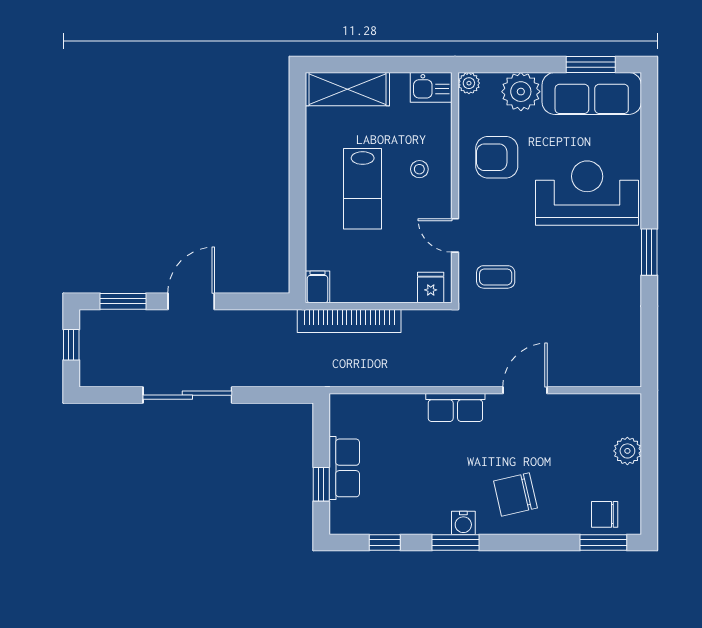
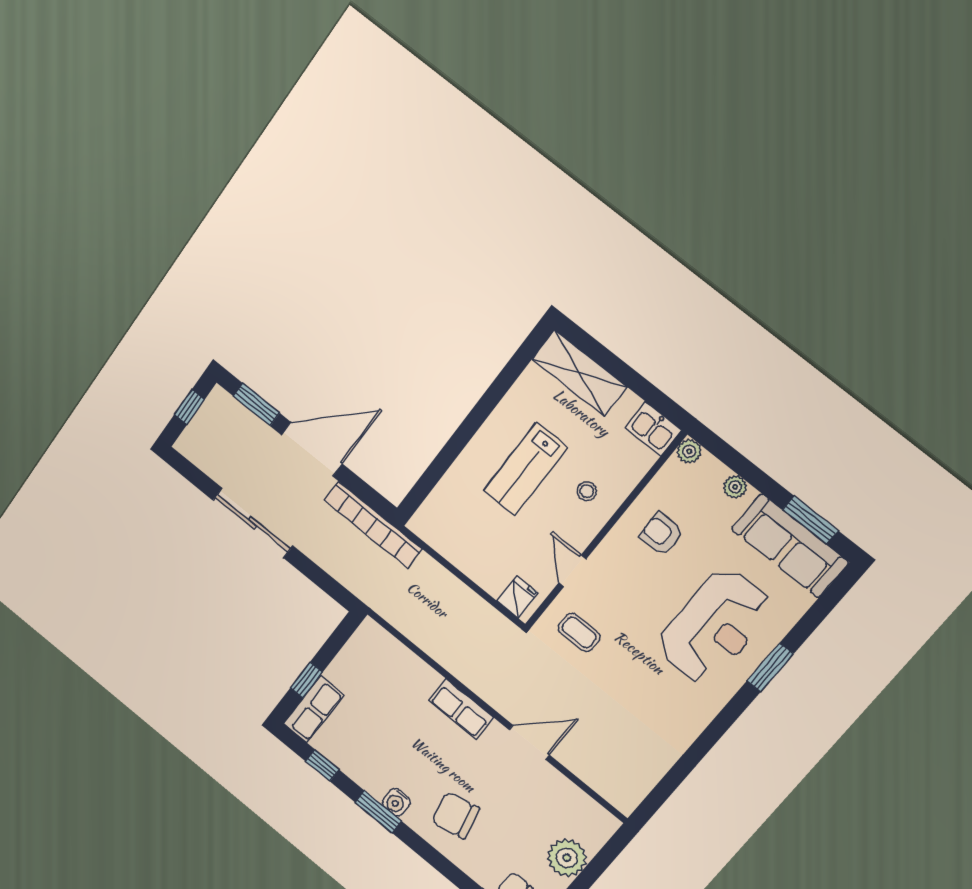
plant: (521, 92) -> (735, 487), width x0.53, depth x0.53
armchair: (497, 157) -> (661, 534), width x0.72, depth x0.72
reception desk: (587, 193) -> (714, 626), turned 90
window: (649, 252) -> (770, 667), moved
filing cabinet: (318, 287) -> (424, 521), removed
door: (191, 301) -> (312, 449), width x1.36
bookcase: (349, 321) -> (373, 525), moved
plant: (627, 451) -> (567, 858), width x1.36, depth x1.36
row of seats: (344, 468) -> (314, 709), moved

